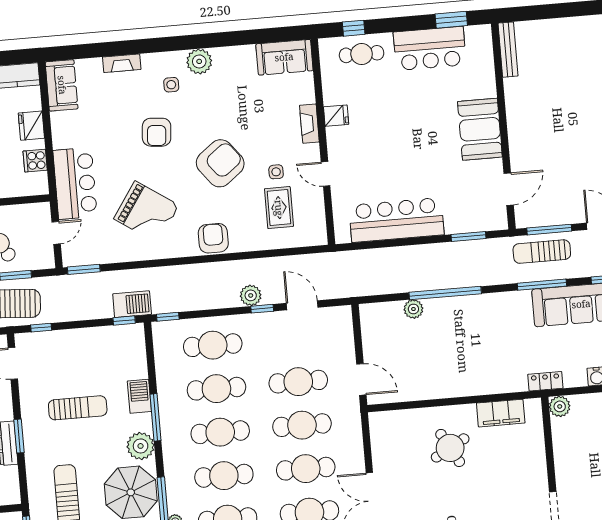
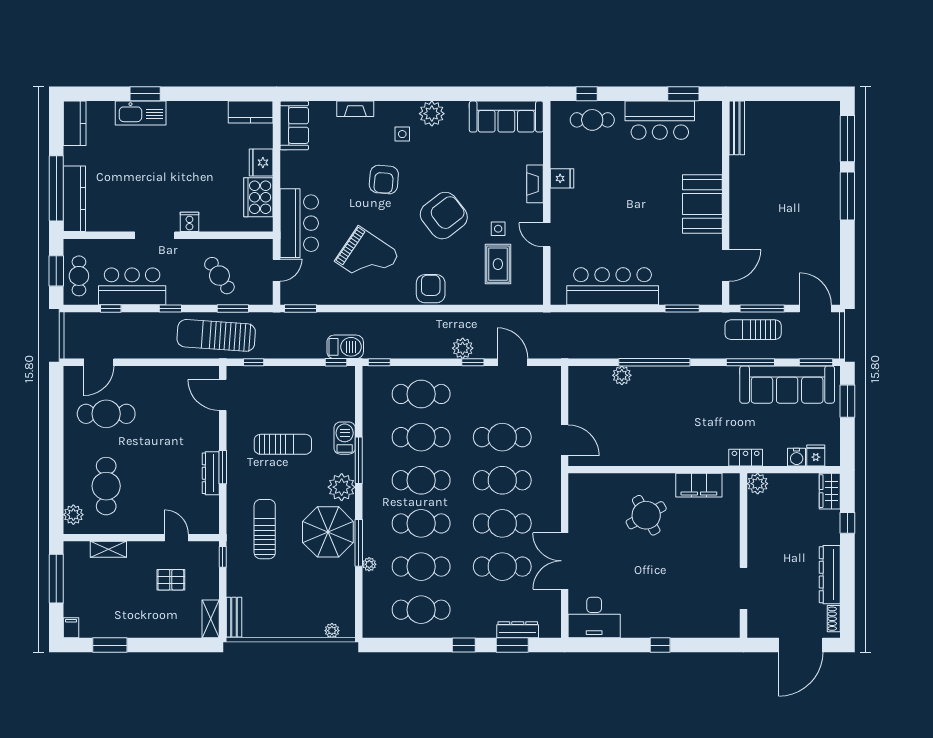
sofa: (284, 57) -> (506, 117), width x1.36
cooker: (35, 161) -> (258, 197), width x1.87, depth x1.31

